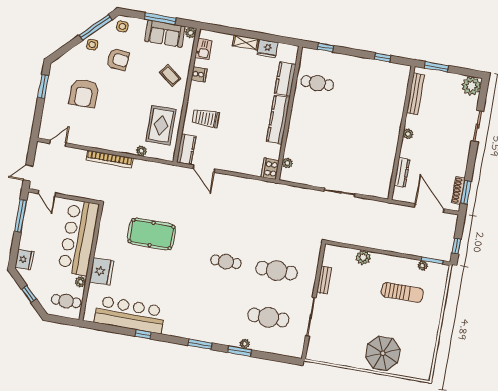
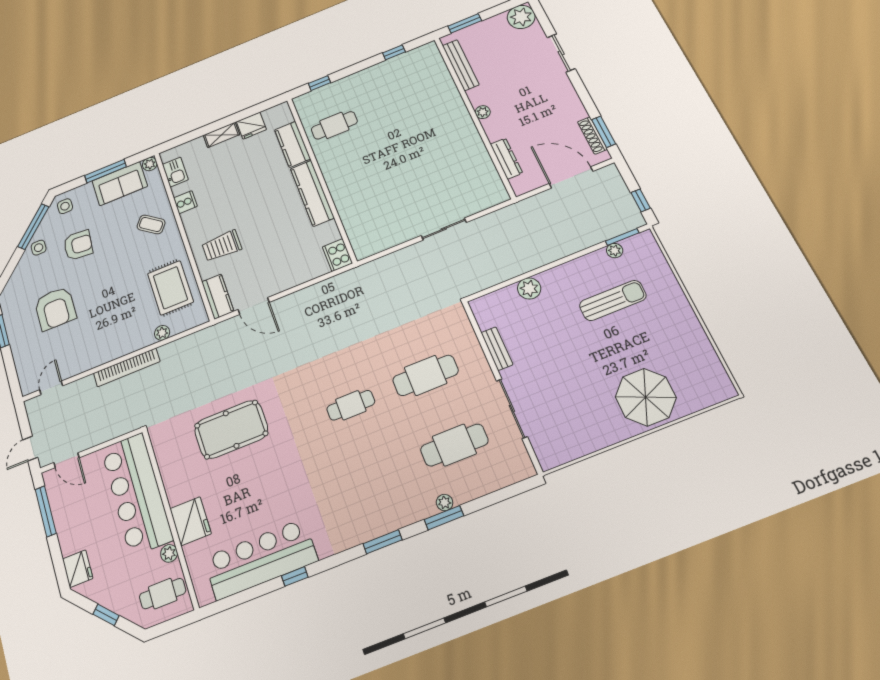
plant: (287, 163) -> (355, 235), removed

